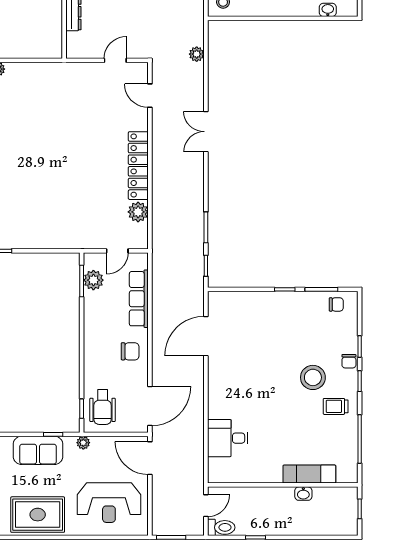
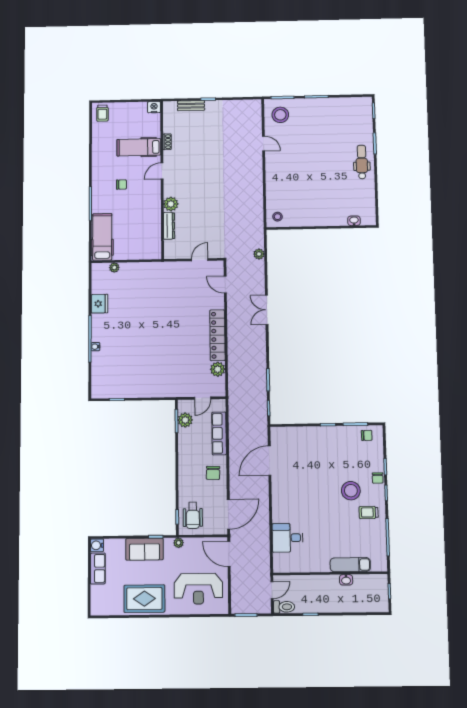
chair: (130, 351) -> (213, 473), turned 92

